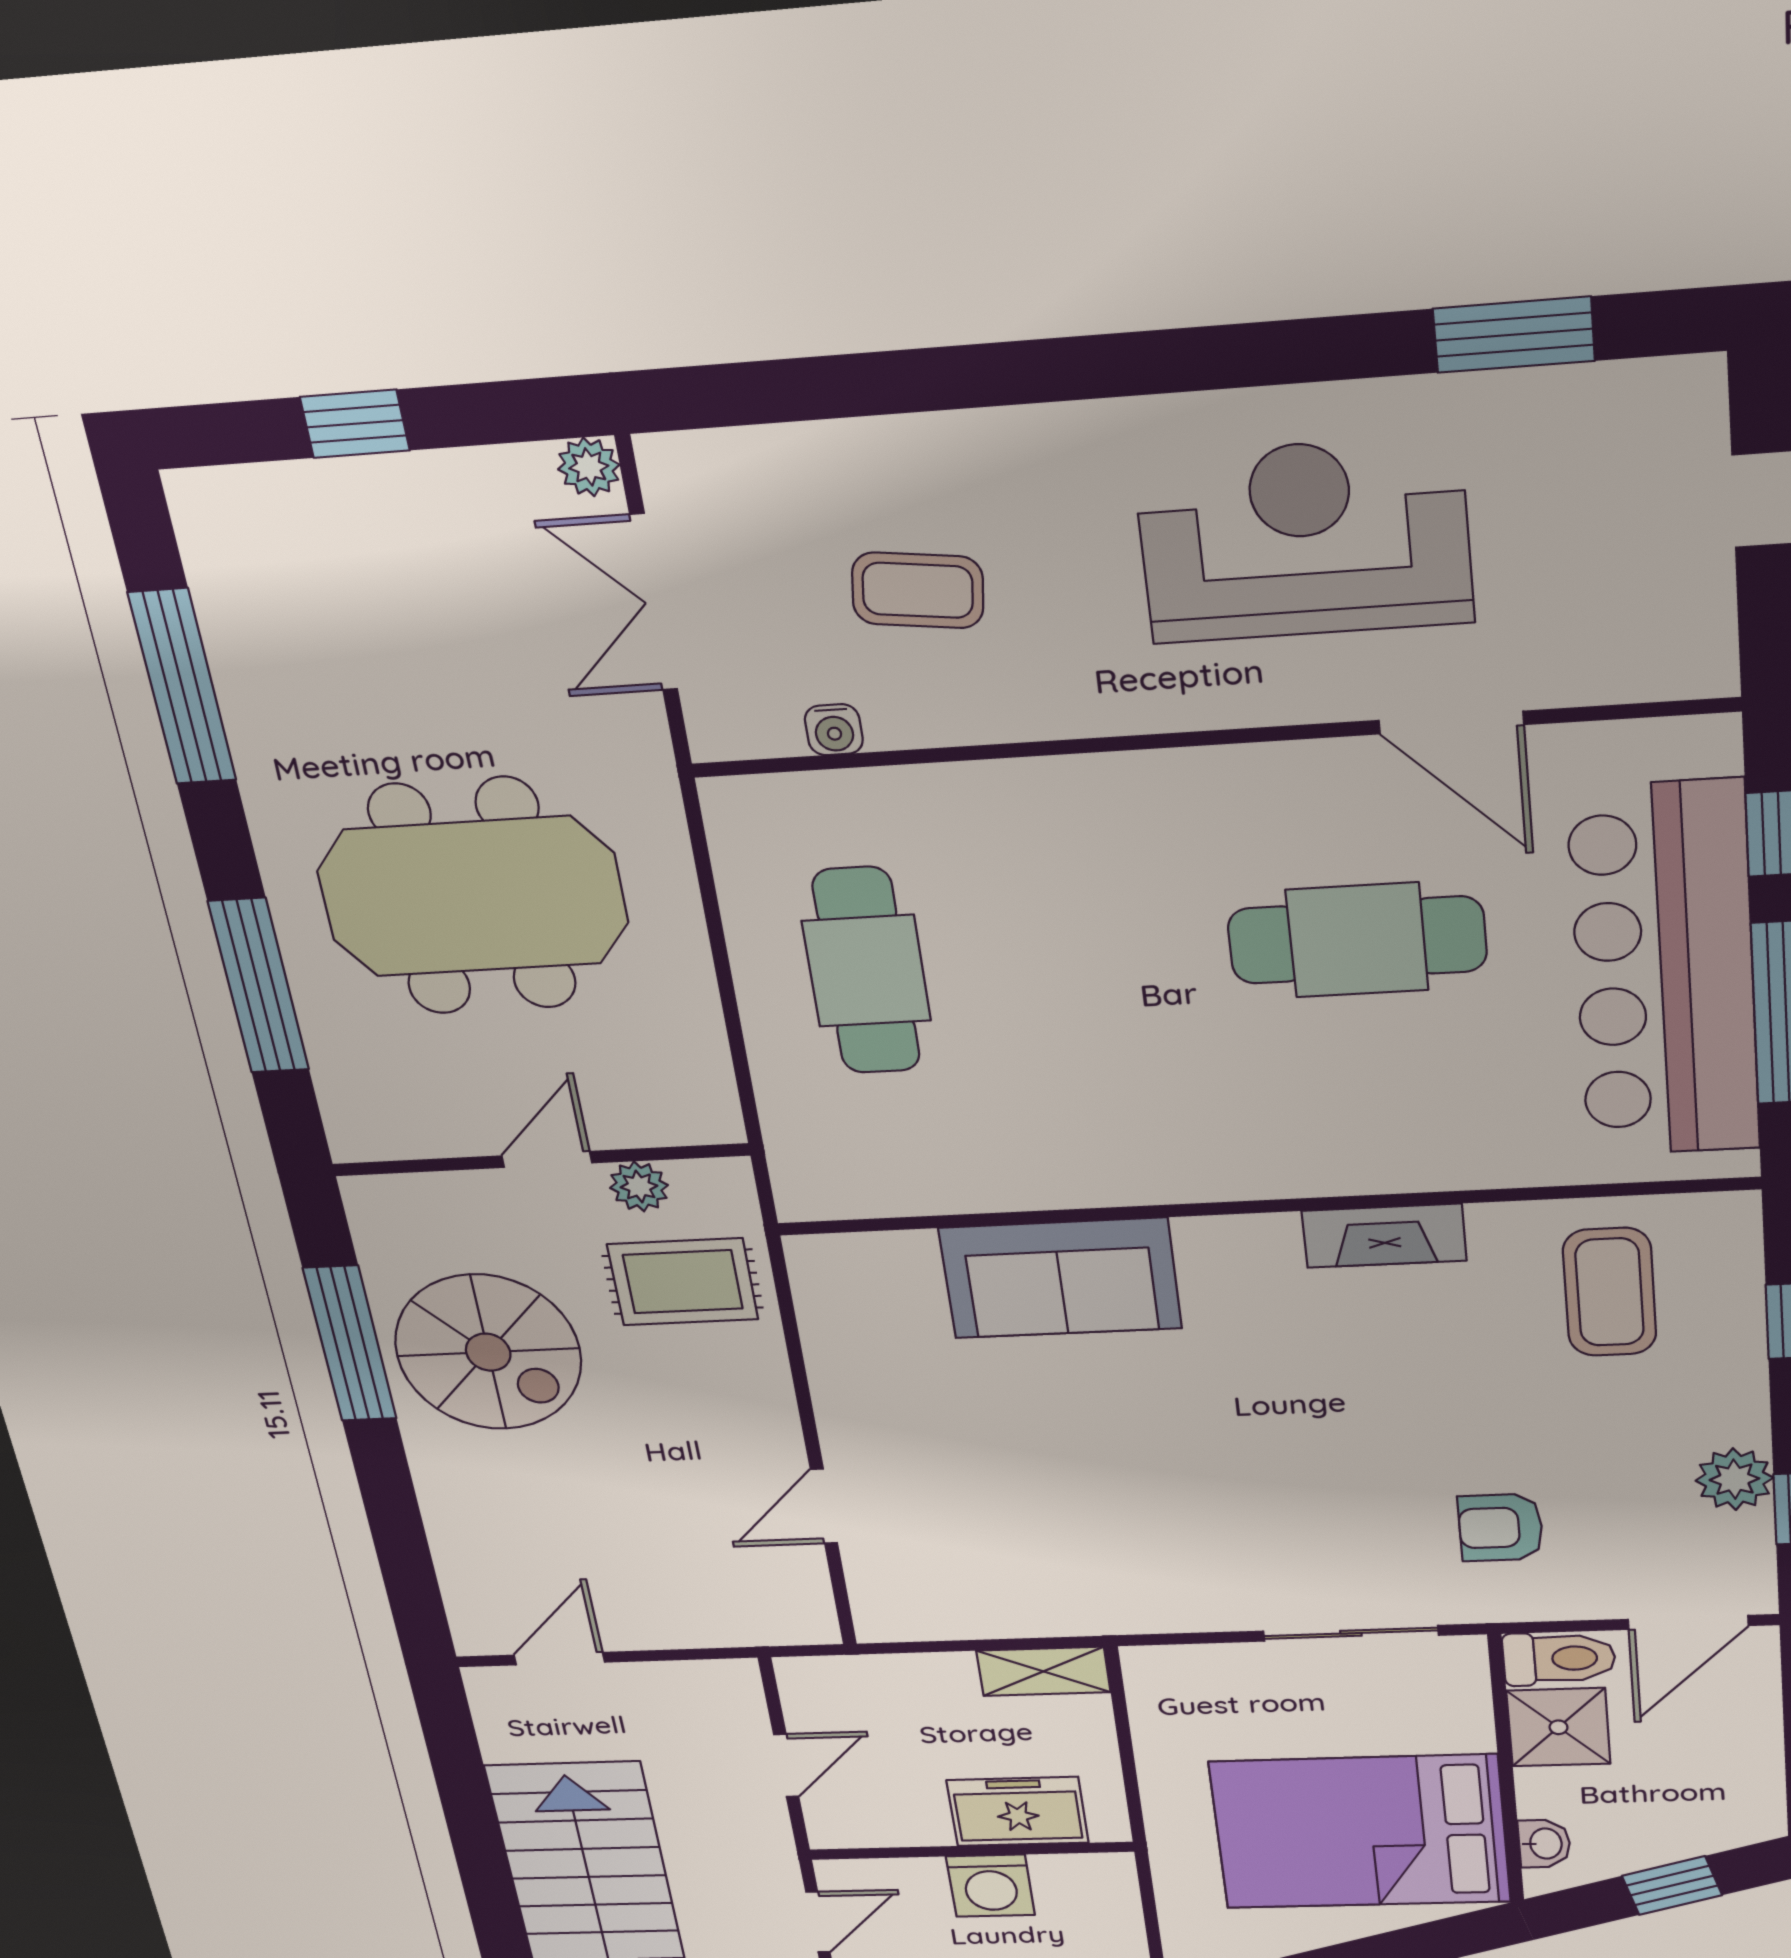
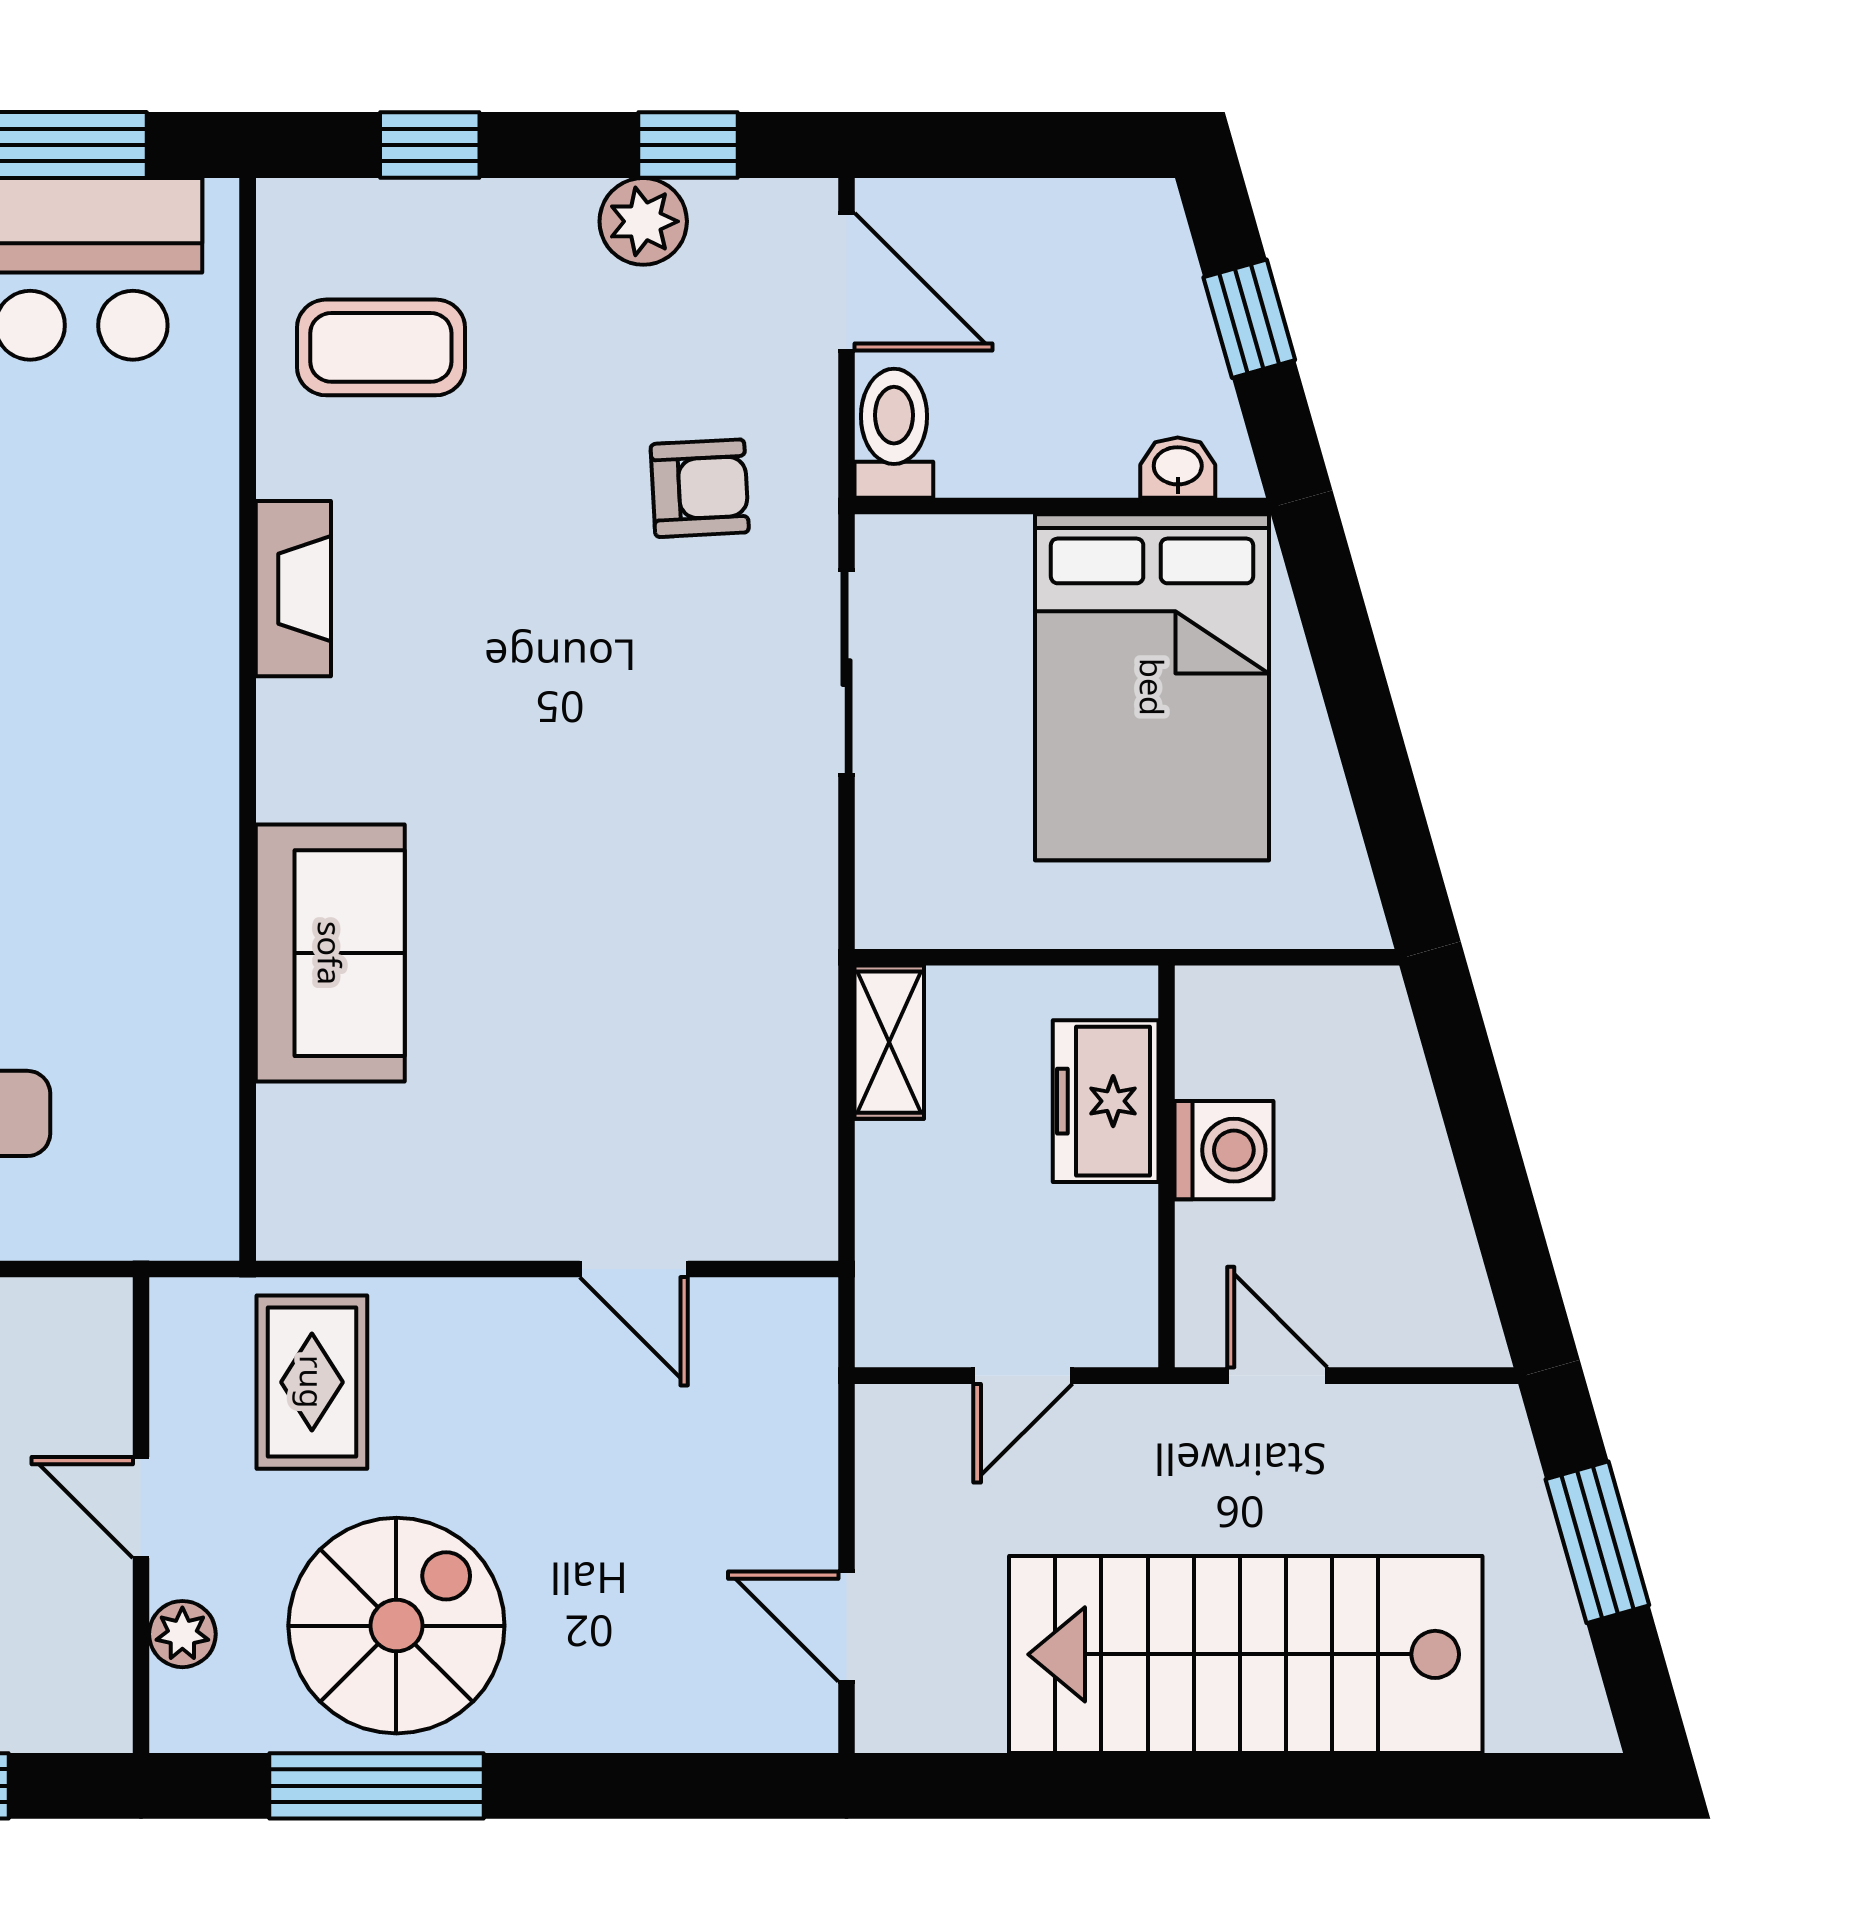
plant: (639, 1187) -> (182, 1634), moved
armchair: (1501, 1528) -> (700, 488), turned -93
shower: (1559, 1727) -> (998, 440), removed
door: (786, 1766) -> (1023, 1376), swing flipped

